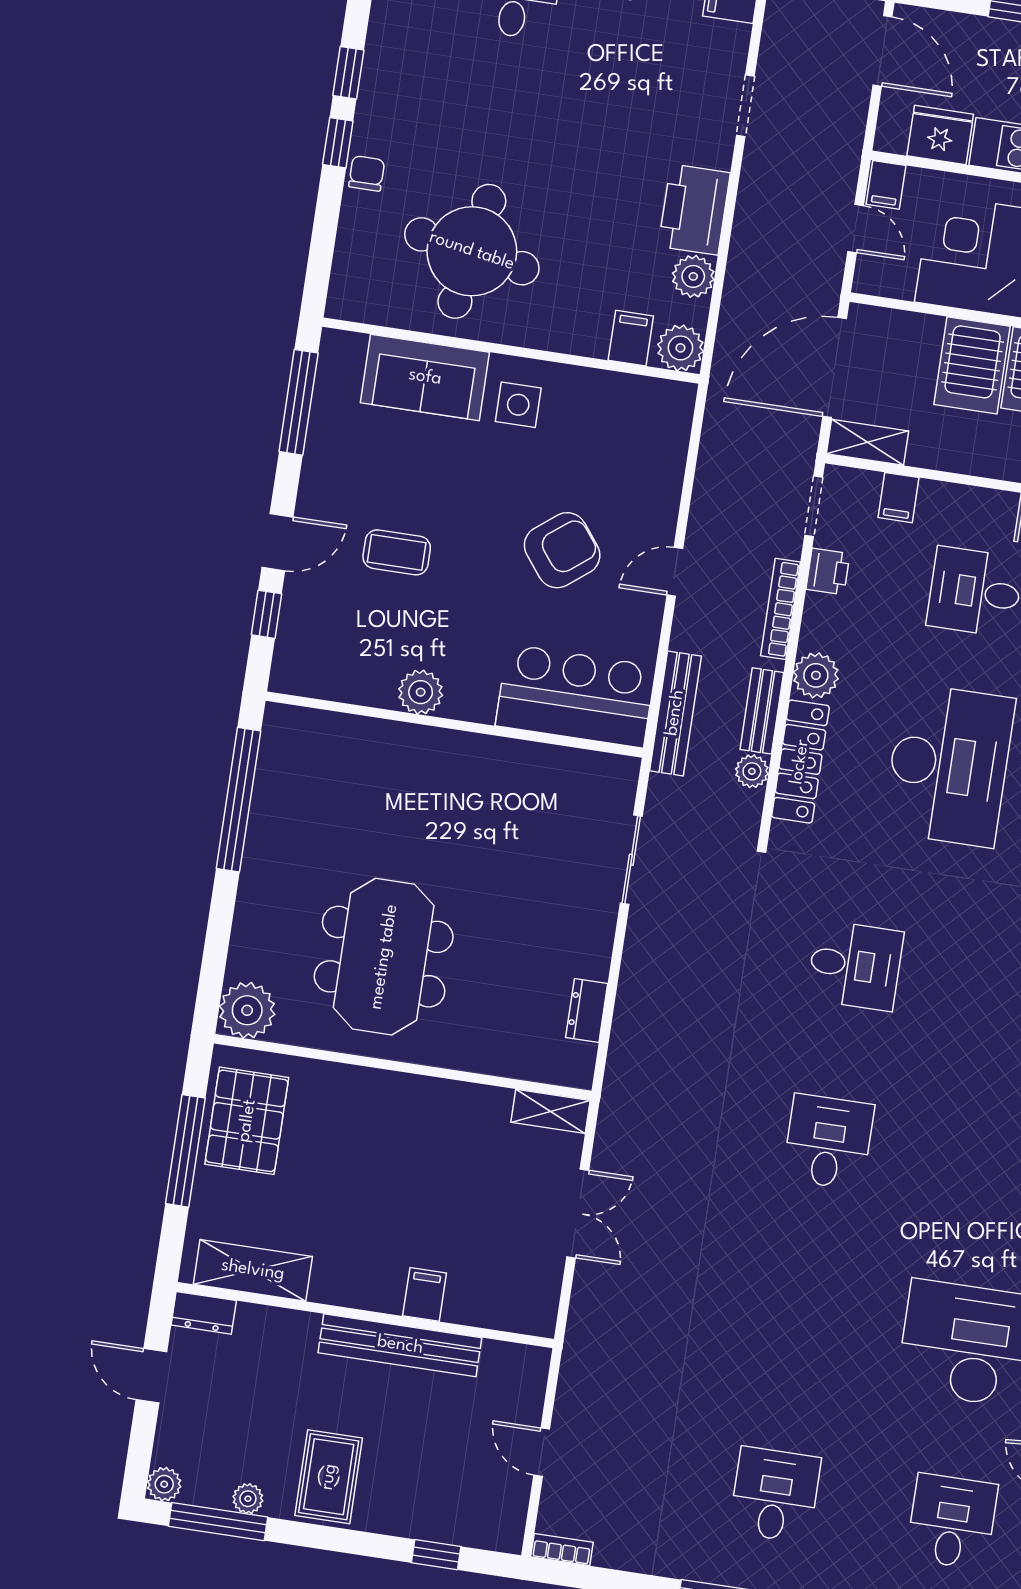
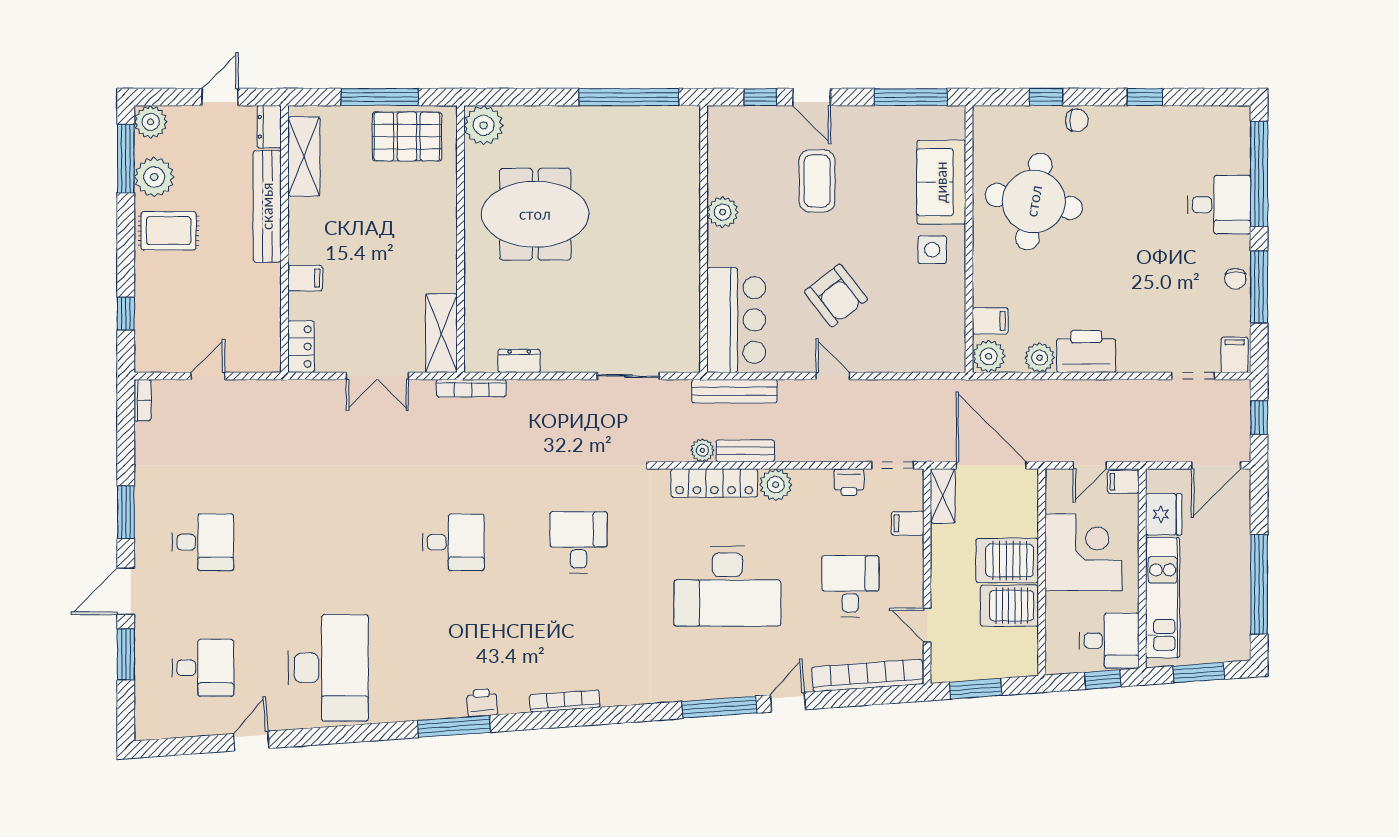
doorway: (745, 106) -> (1193, 376), moved
window: (338, 143) -> (1046, 97), moved
coffee table: (397, 552) -> (817, 181), width x1.36, depth x1.30
bookcase: (780, 609) -> (471, 388), moved, turned 180
desk: (855, 965) -> (579, 542), turned 180
shelving: (551, 1111) -> (441, 333), width x1.50, depth x1.33
locker: (520, 1315) -> (301, 347), added
bench: (400, 1345) -> (267, 206), moved
plant: (164, 1484) -> (151, 122), width x1.38, depth x1.38
plant: (248, 1499) -> (154, 177), width x1.88, depth x1.88

